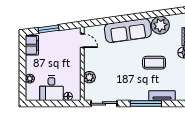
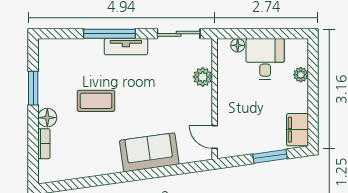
plant: (160, 25) -> (86, 163), removed
sofa: (128, 31) -> (149, 152), width x0.73
tv unit: (162, 96) -> (126, 47), moved

